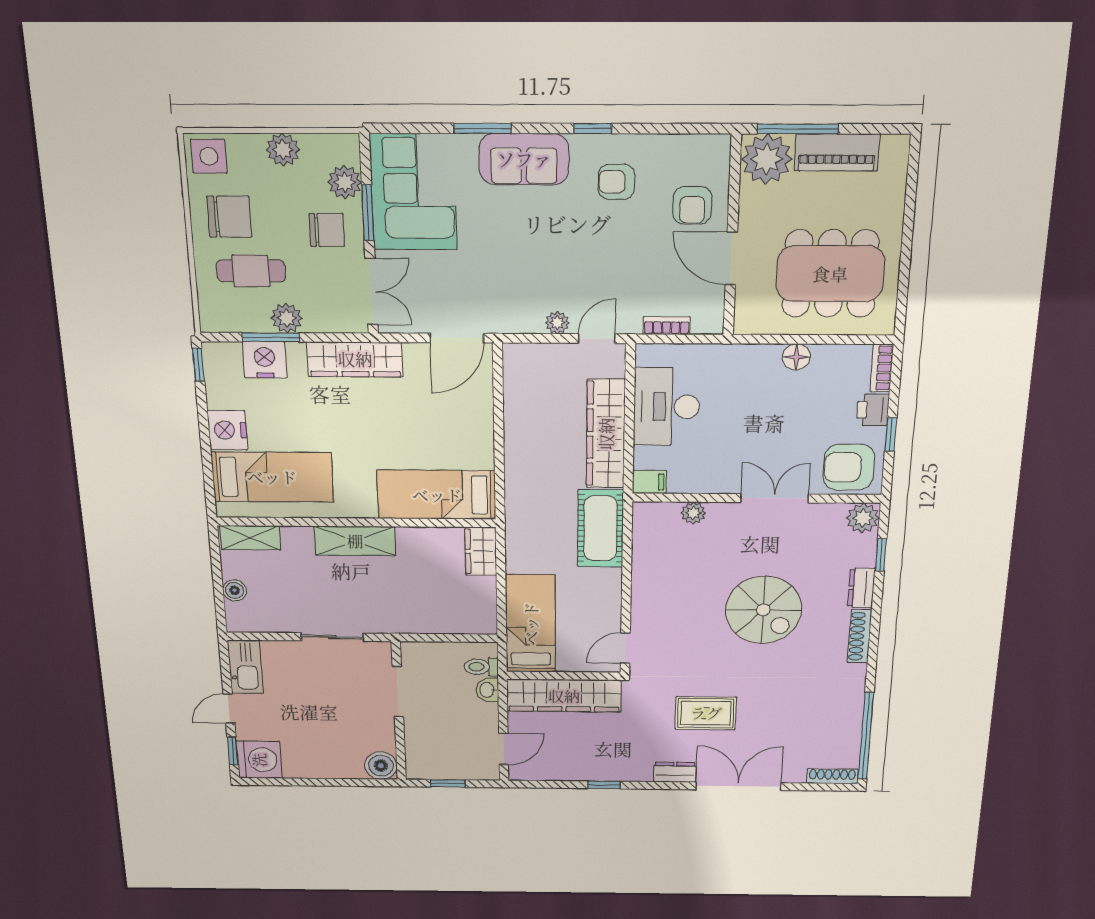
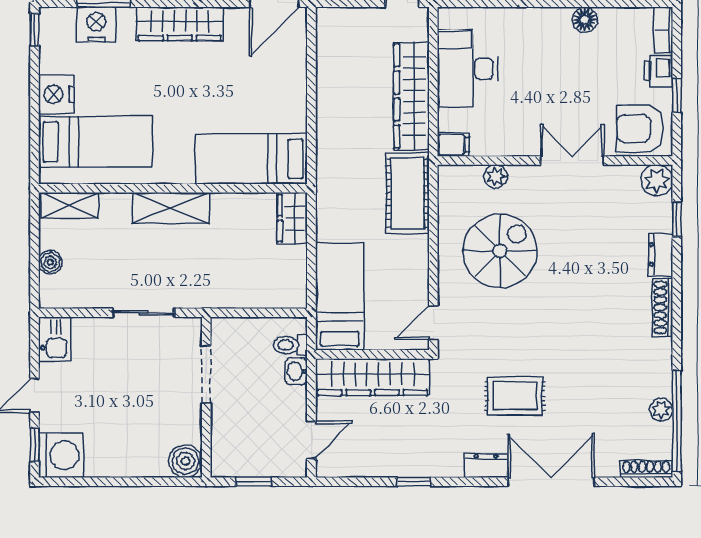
spiral stairs: (763, 610) -> (500, 251), moved, turned -90
kitchen sink: (245, 667) -> (55, 339), width x0.73
plant: (851, 726) -> (661, 410), added

